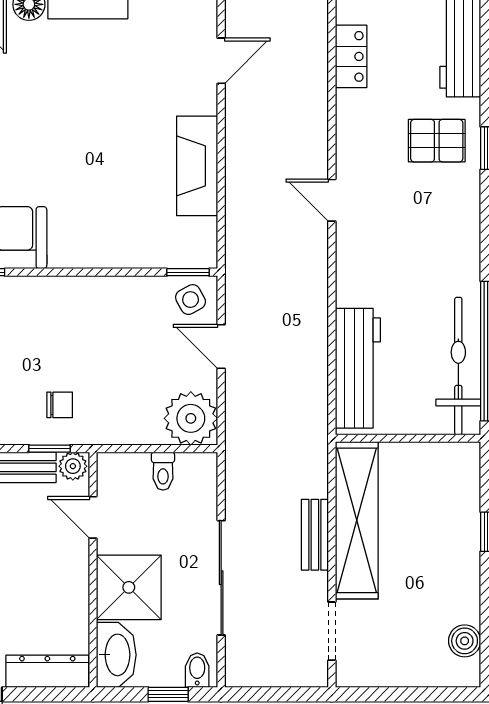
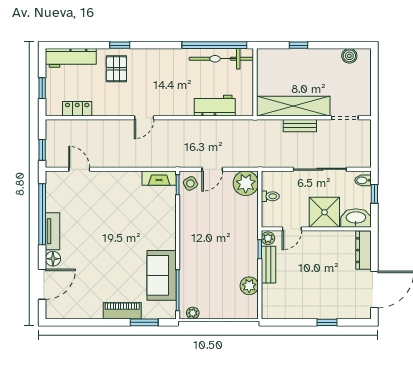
fireplace: (197, 166) -> (159, 178), moved, width x0.73, depth x0.76
workbench: (358, 368) -> (215, 106), width x0.73
chair: (60, 405) -> (239, 244), removed

